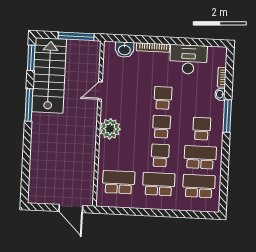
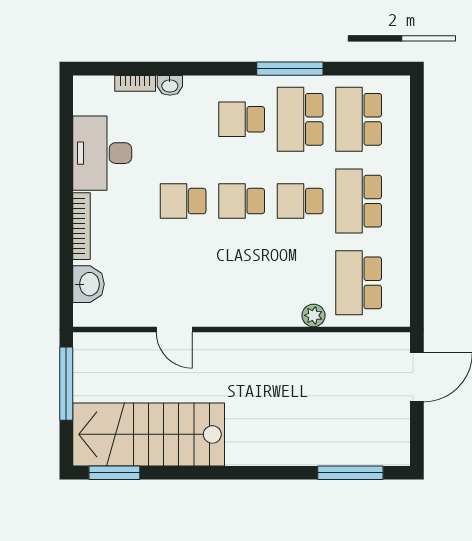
window: (29, 105) -> (350, 473), moved
window: (227, 116) -> (290, 69), moved
plant: (110, 129) -> (313, 315), moved, width x0.53, depth x0.53

